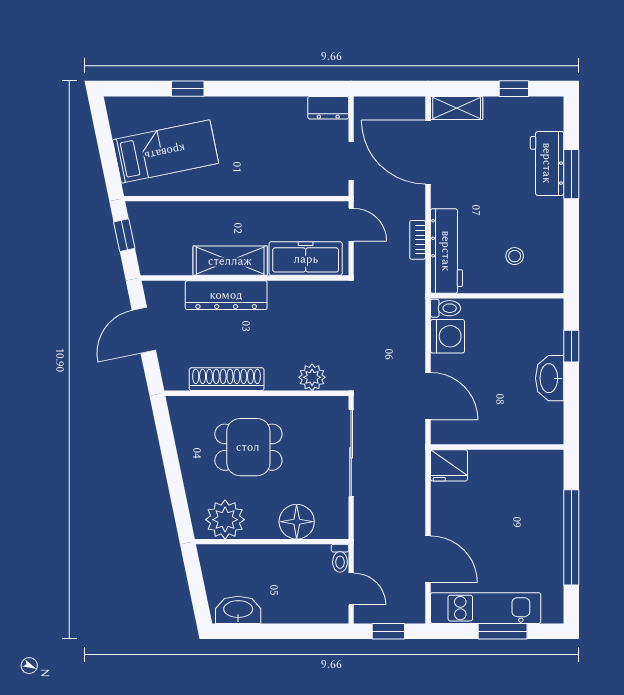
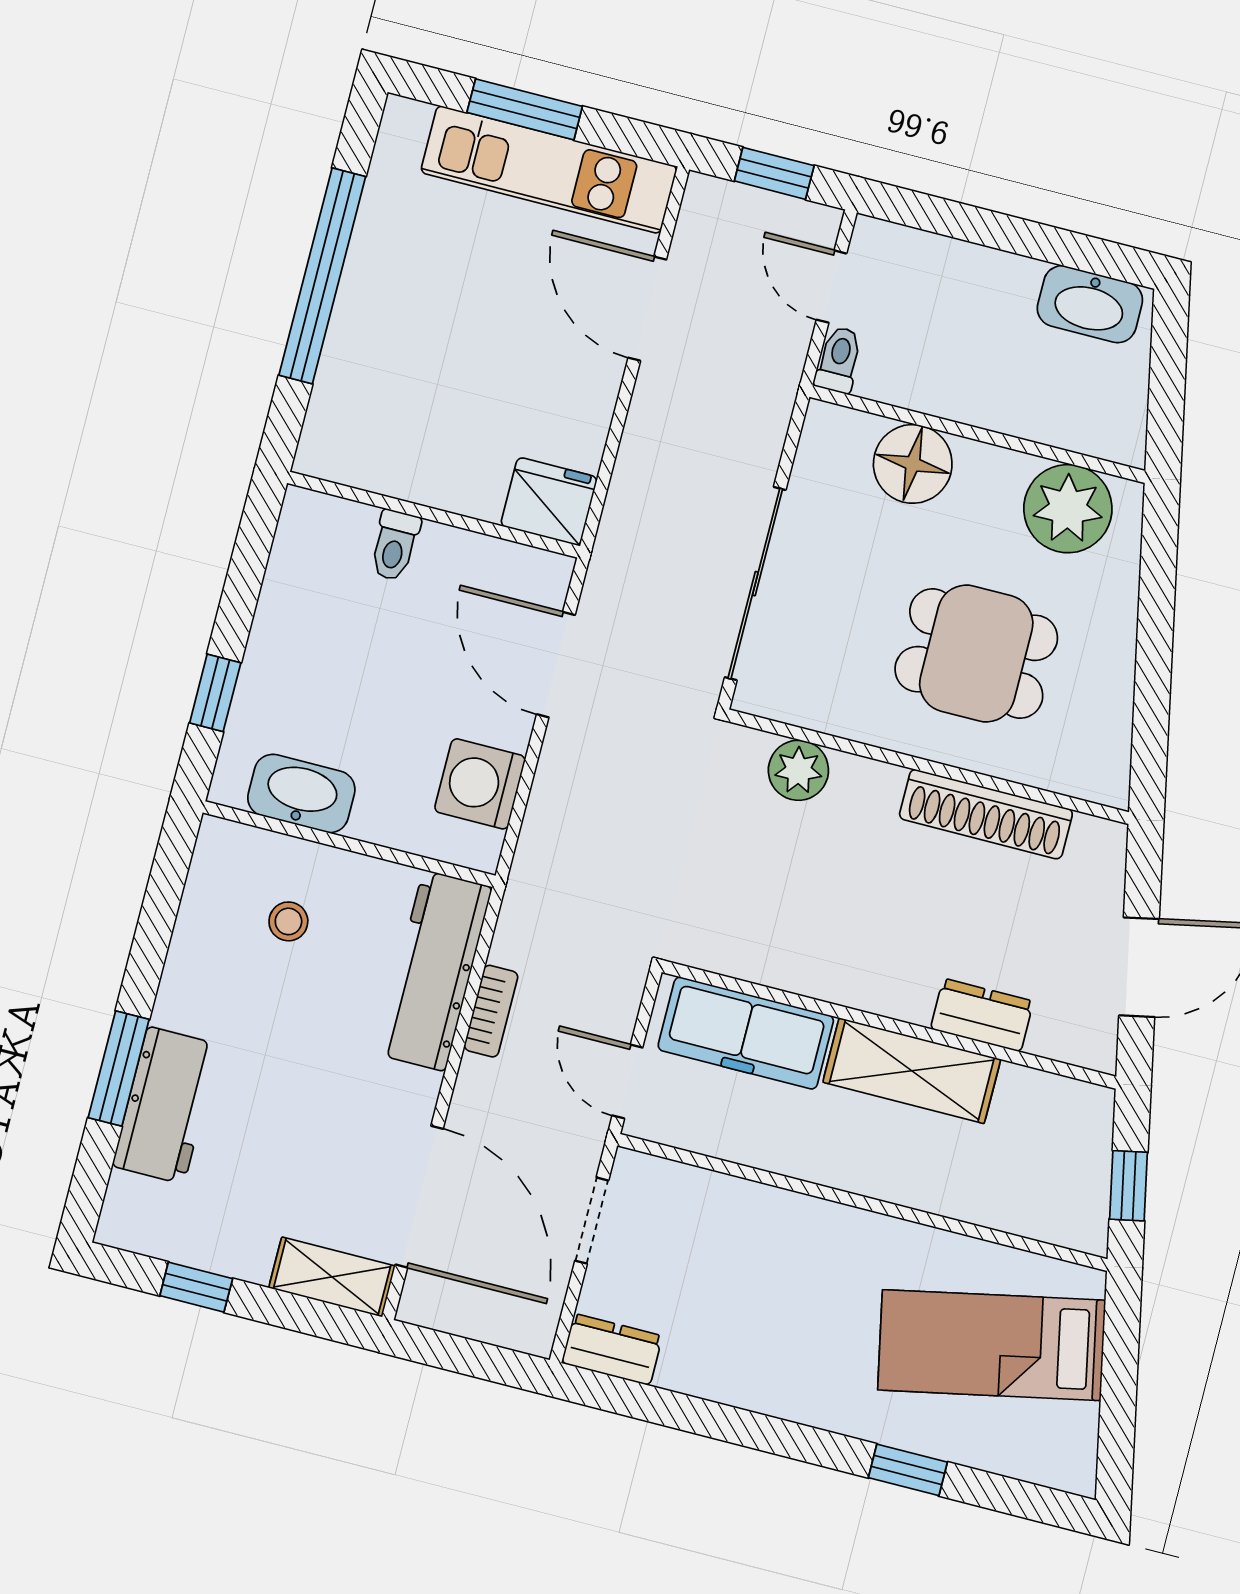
dresser: (226, 295) -> (982, 1015), width x0.51, depth x0.80
toilet: (445, 308) -> (395, 545), moved, turned -90
washbasin: (550, 378) -> (301, 794), moved, turned -90

